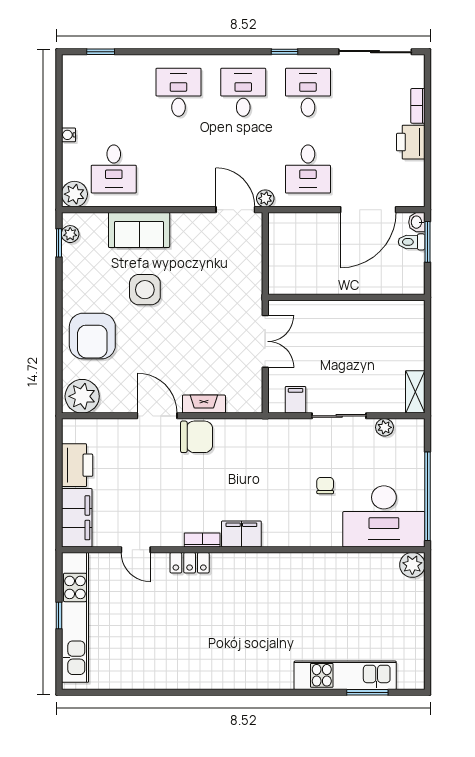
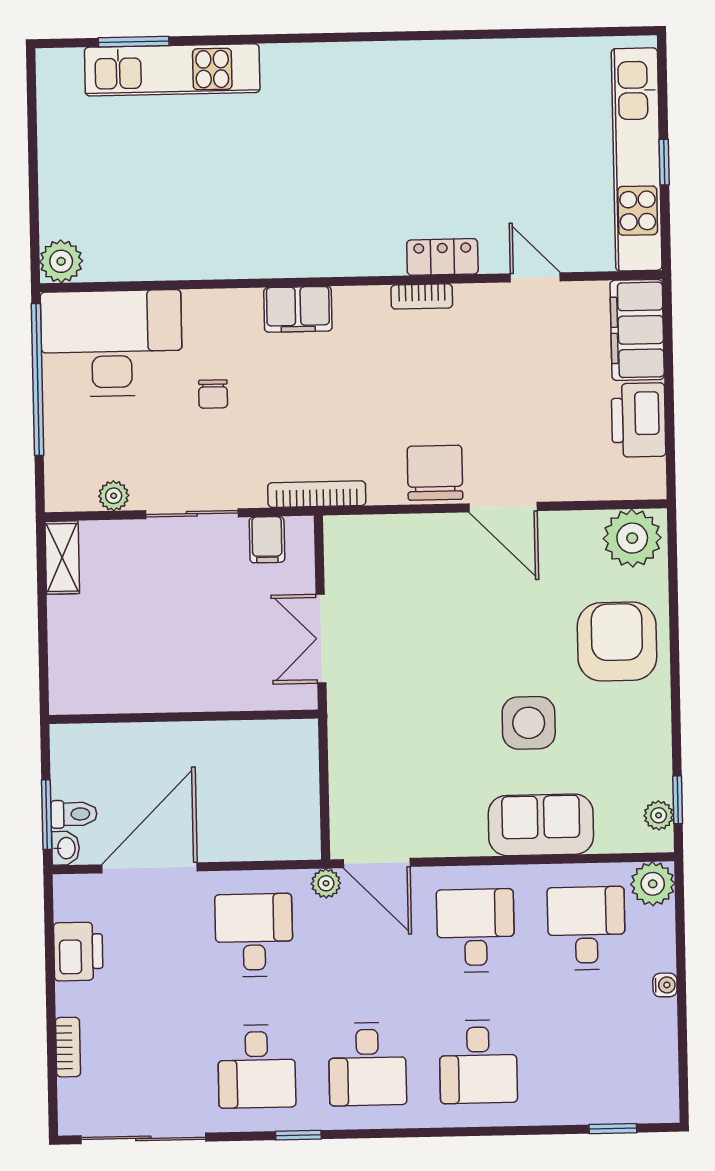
printer: (411, 142) -> (78, 951), moved
desk: (178, 169) -> (476, 931), added
fireplace: (204, 404) -> (424, 529), removed
bookcase: (266, 426) -> (317, 494), added
chair: (197, 437) -> (435, 473), turned 90
filing cabinet: (241, 534) -> (298, 309), moved

